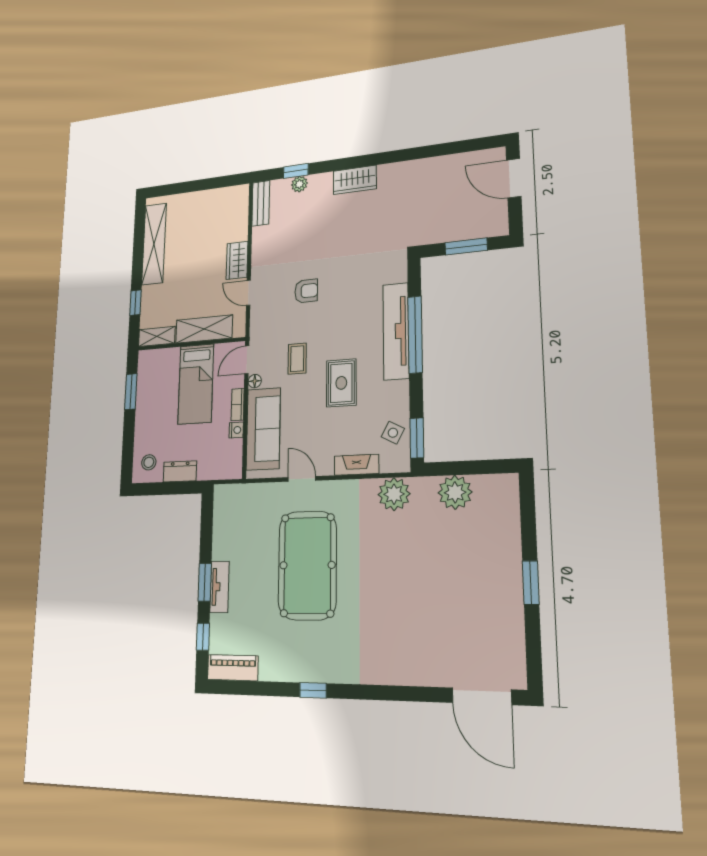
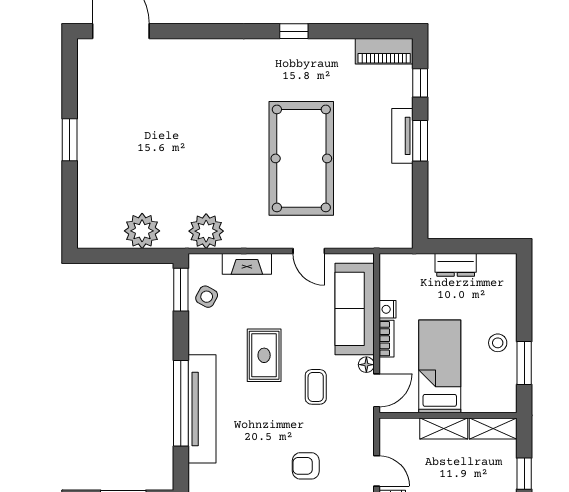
shelving: (204, 329) -> (444, 428), width x0.67, depth x0.75
stool: (149, 462) -> (498, 343), moved

